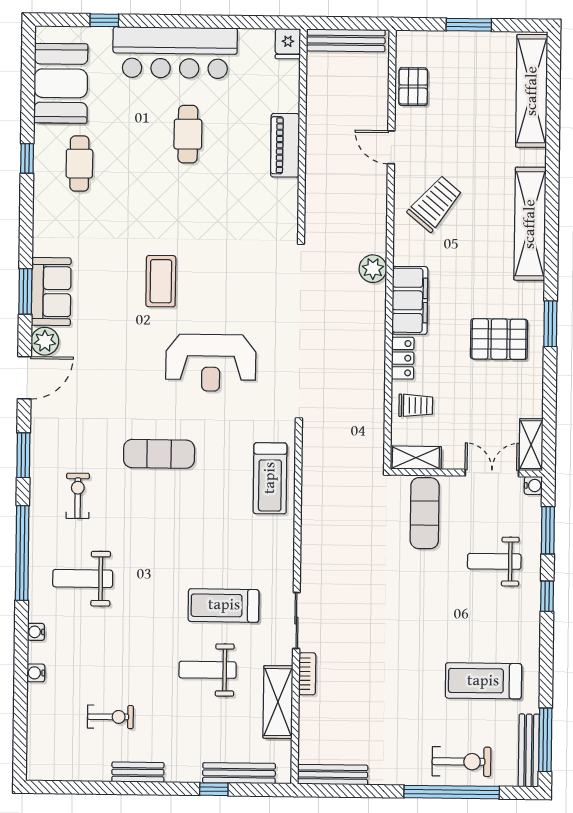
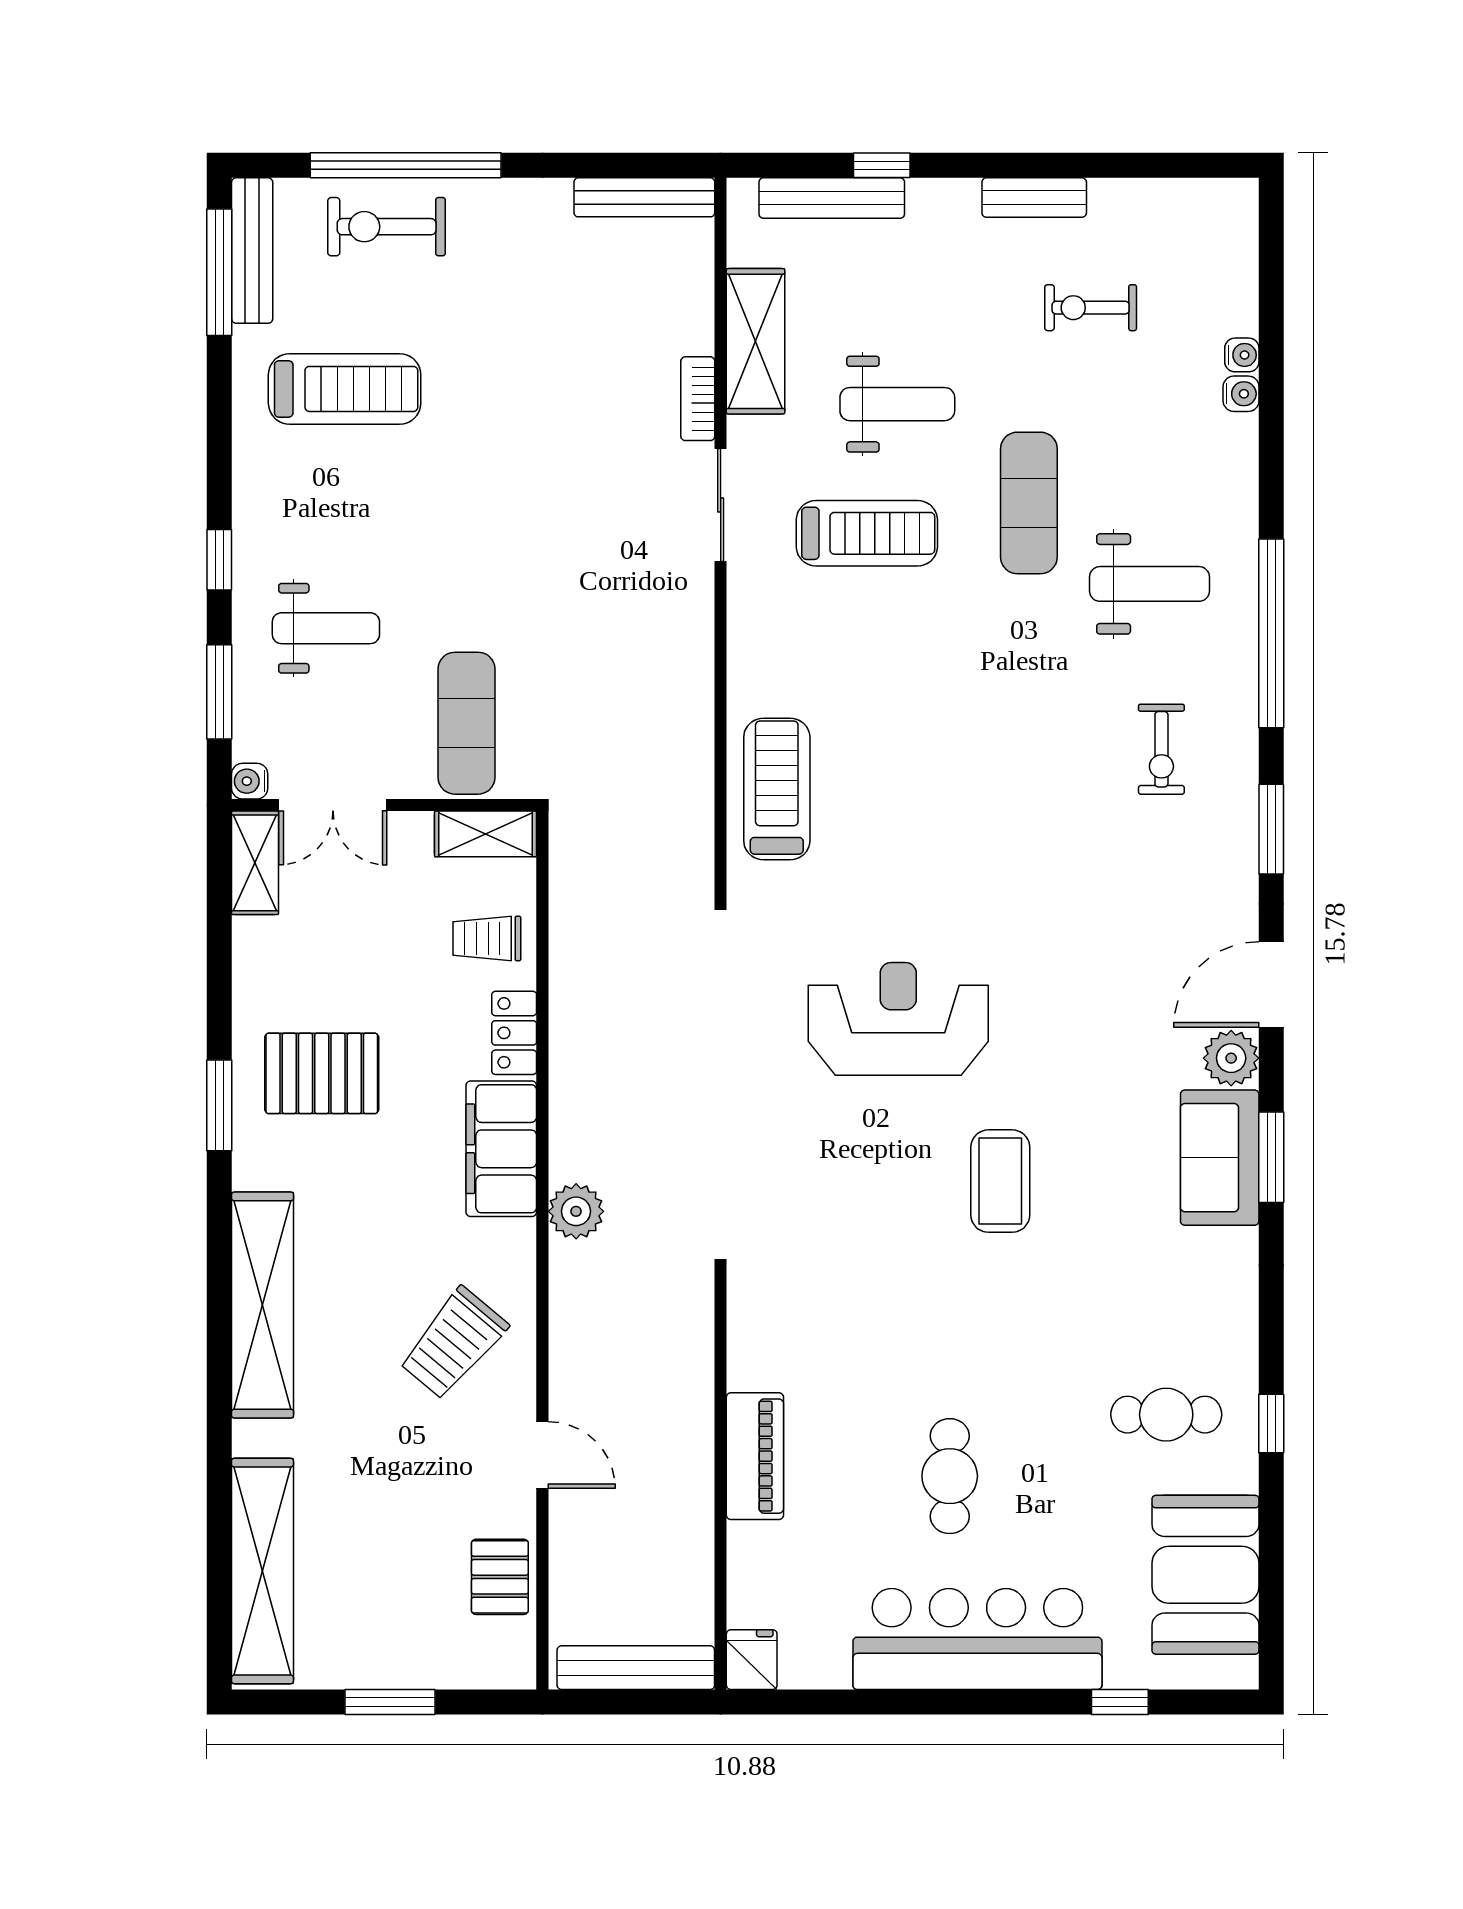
cafe table: (79, 164) -> (1166, 1415), turned 90
exercise mat: (159, 454) -> (1029, 503), moved, turned 90
water cooler: (36, 632) -> (1242, 355), moved

